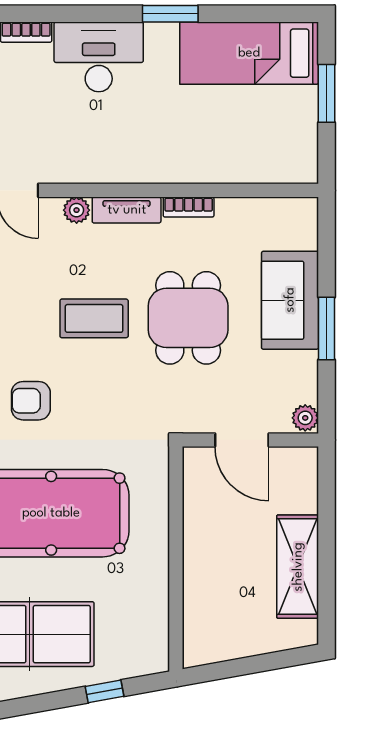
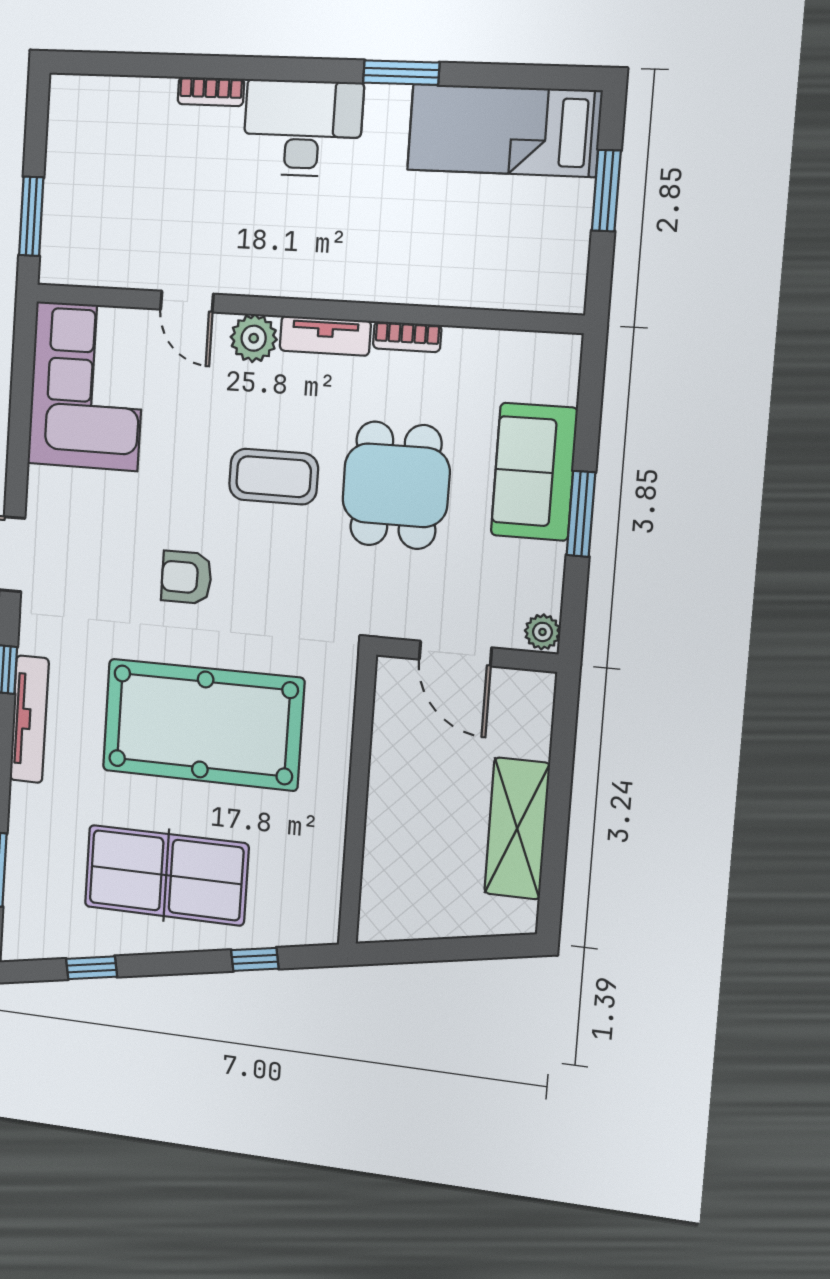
plant: (77, 210) -> (254, 338), width x1.38, depth x1.38

